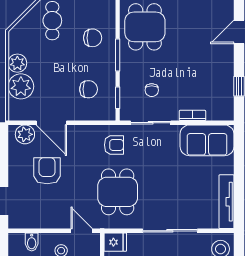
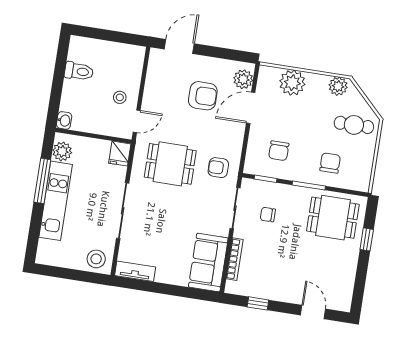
chair: (93, 38) -> (330, 163), turned 180
plant: (17, 63) -> (338, 86), moved
bookcase: (192, 115) -> (235, 259), width x1.56
armchair: (114, 145) -> (218, 168), turned 90
tv unit: (227, 202) -> (135, 271), width x0.71
bidet: (32, 242) -> (133, 69), removed

